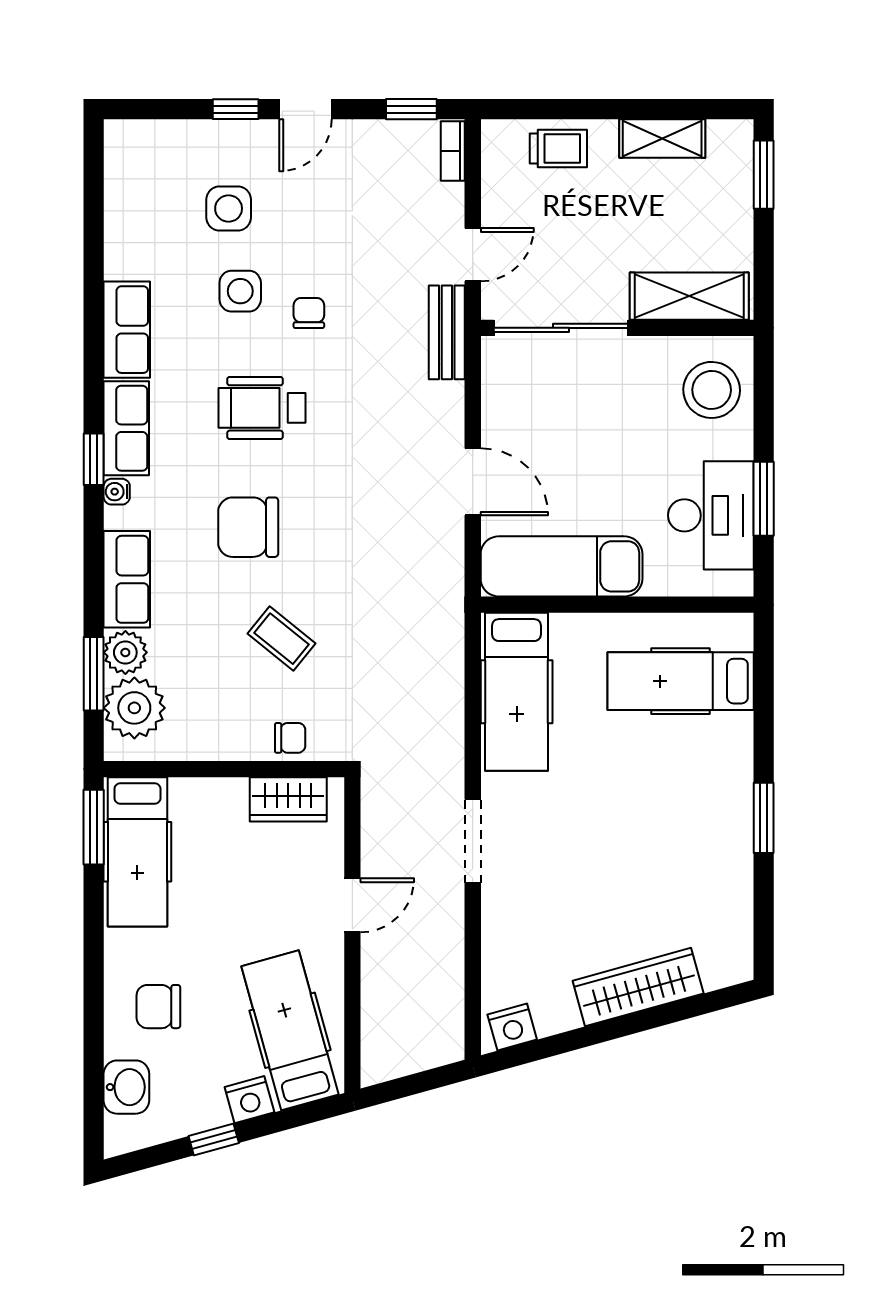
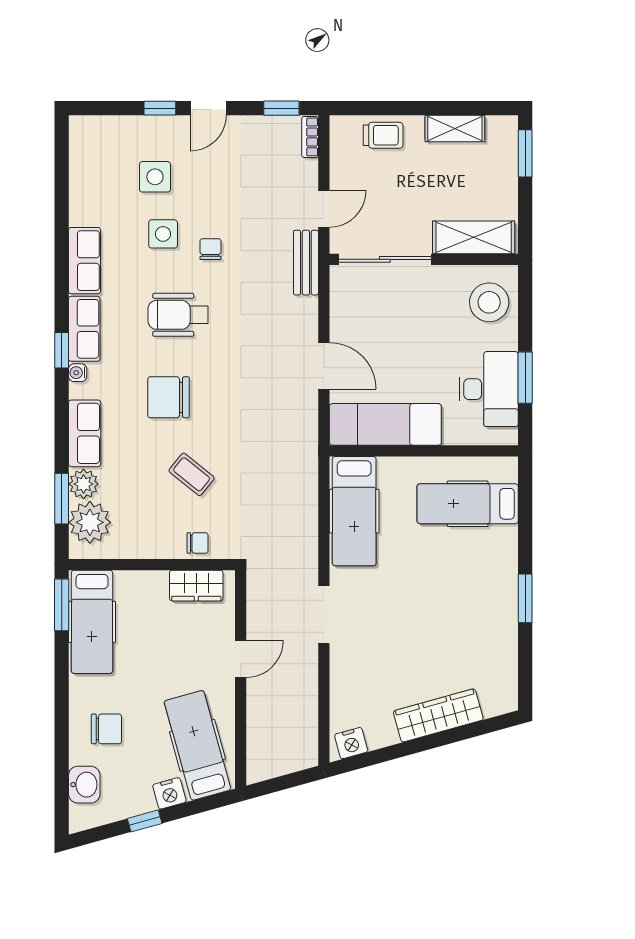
chair: (158, 1007) -> (106, 729), turned 180

